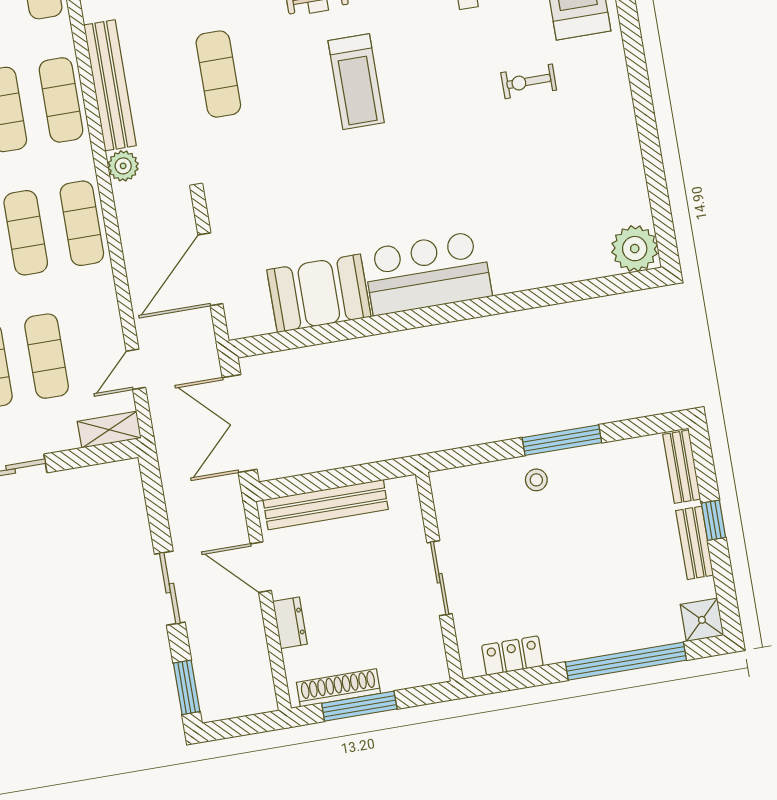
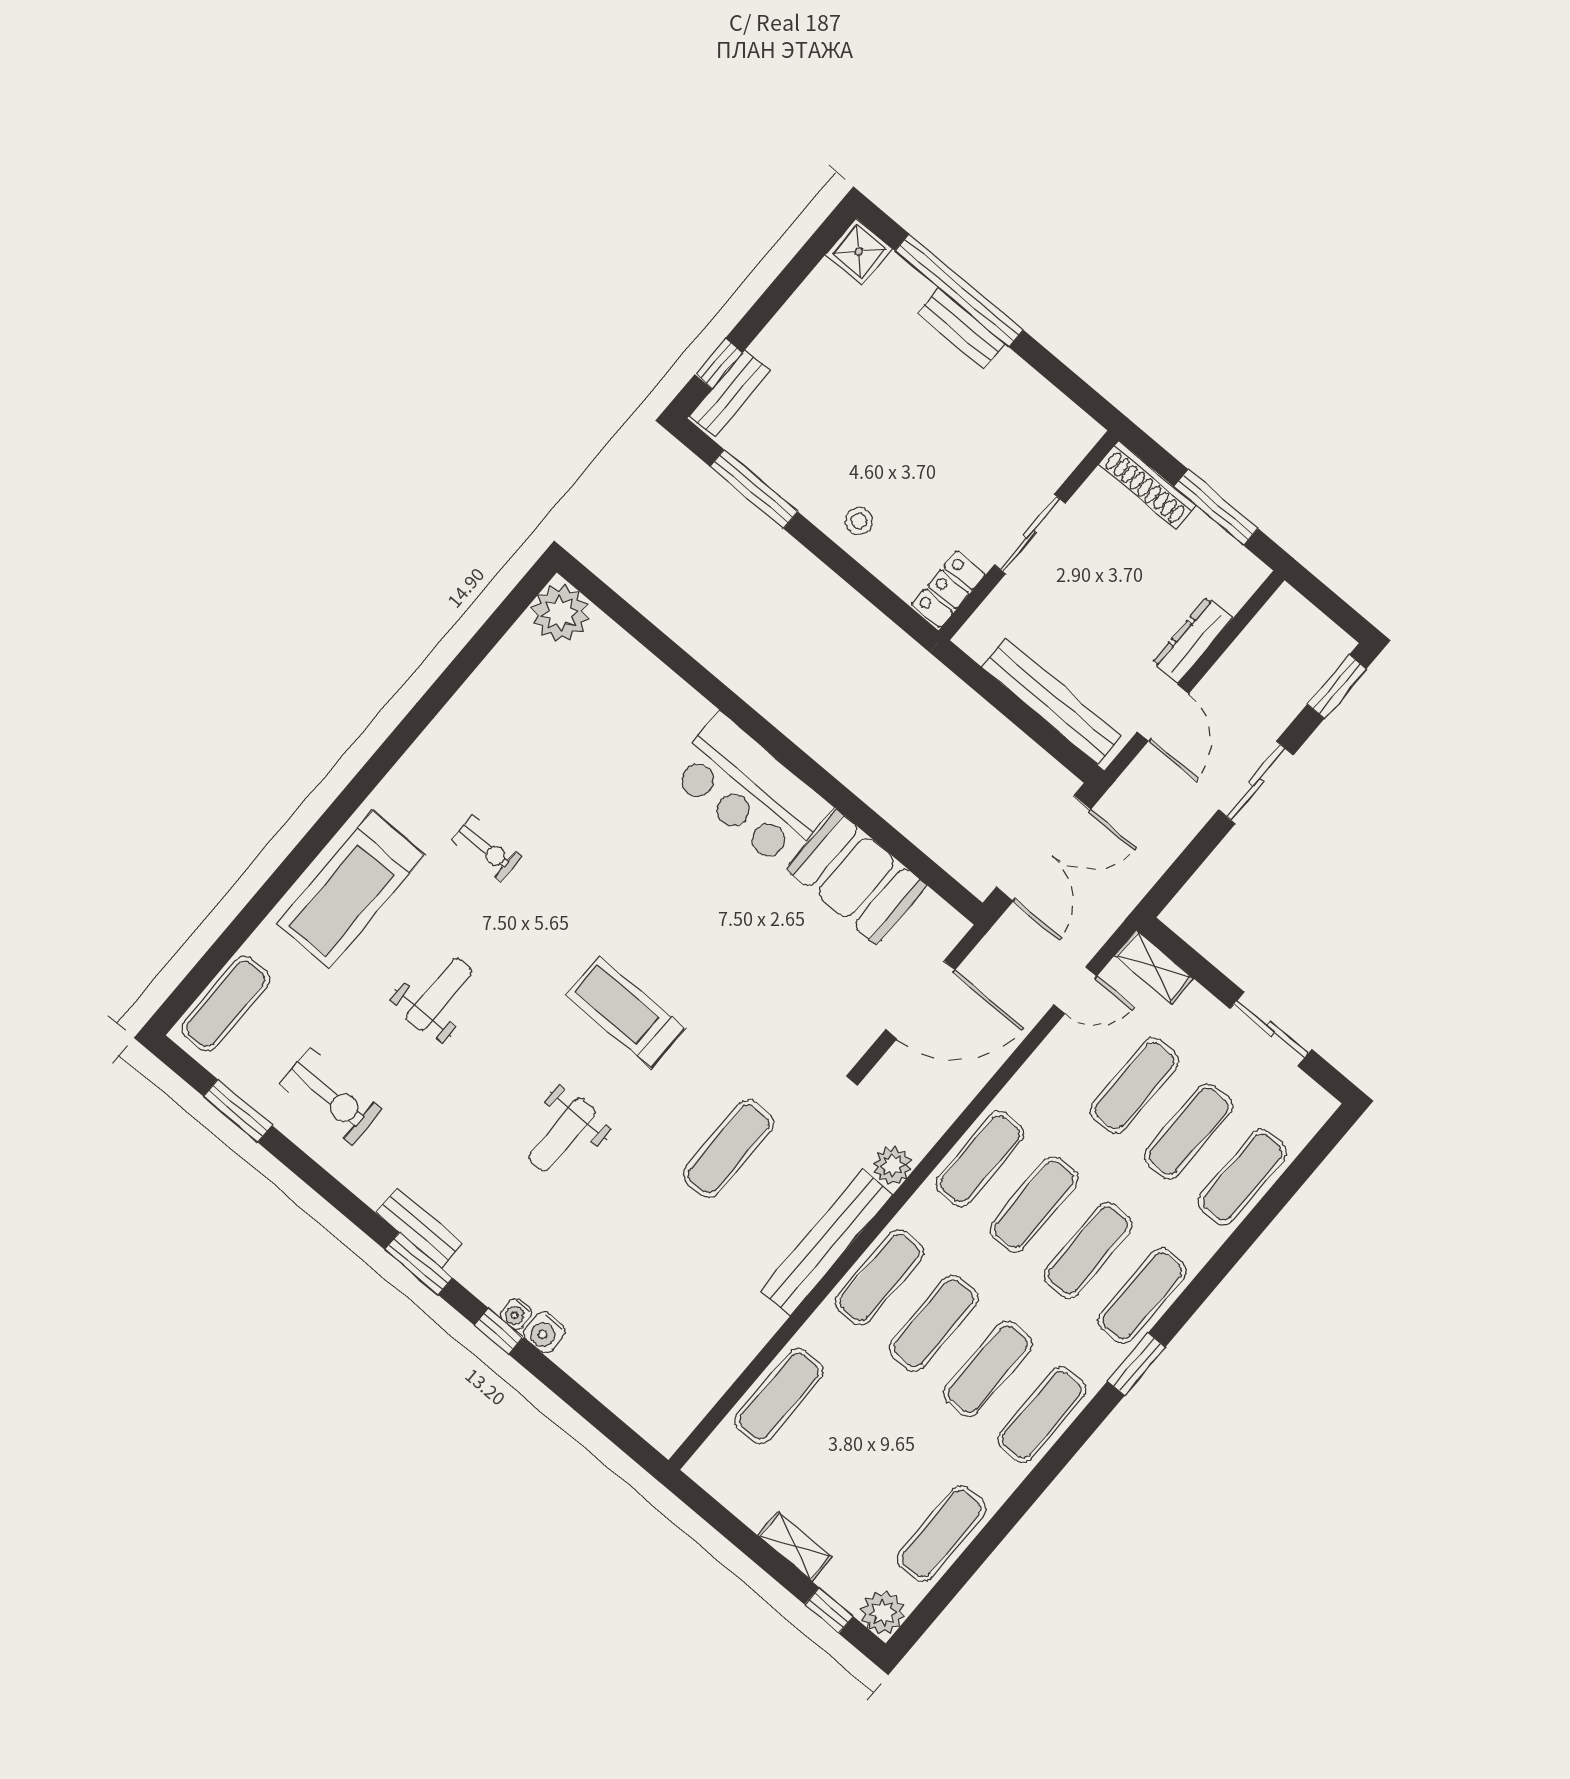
treadmill: (356, 82) -> (625, 1012), turned -90
window: (562, 440) -> (754, 489), moved
window: (713, 520) -> (719, 363), moved
bench: (695, 543) -> (961, 329), moved, turned 90
dresser: (290, 623) -> (1192, 640), width x1.44
locker: (512, 656) -> (948, 589), moved, turned 90
shoe rack: (338, 688) -> (1147, 485), moved

